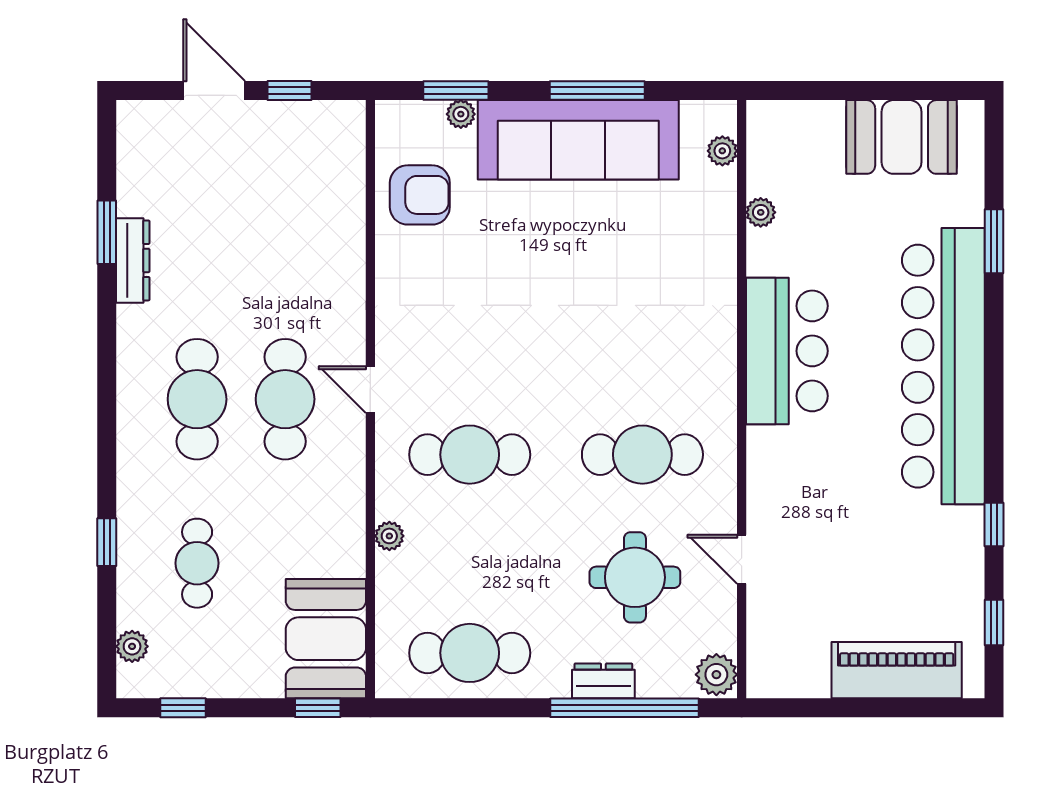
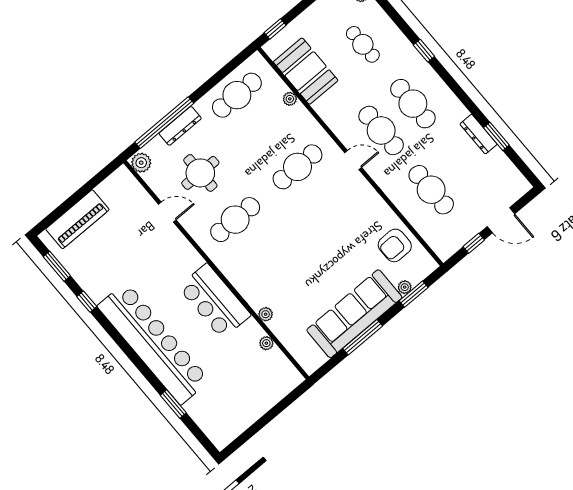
booth: (902, 137) -> (238, 413), removed
plant: (722, 151) -> (266, 314), moved
cafe table: (285, 235) -> (431, 190), added
plant: (389, 536) -> (290, 99), moved
window: (107, 542) -> (424, 51), moved
window: (994, 622) -> (57, 266), width x1.50
booth: (326, 639) -> (306, 71), moved
dresser: (603, 681) -> (180, 126), width x1.44

